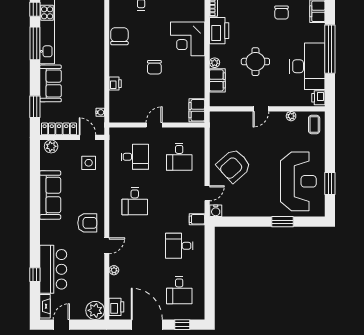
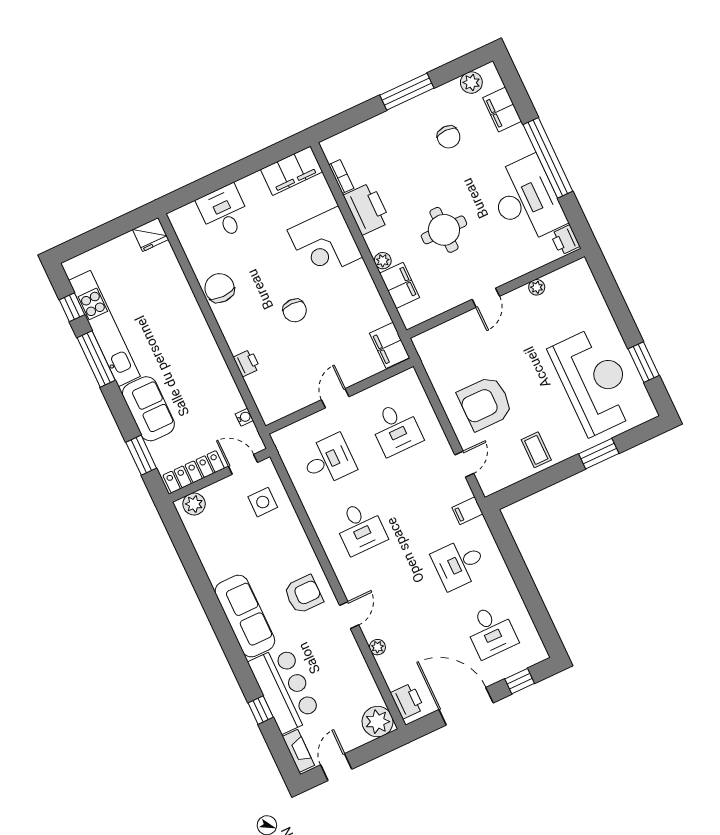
coffee table: (314, 124) -> (536, 450), moved
armchair: (234, 166) -> (485, 403), turned 42
sofa: (50, 195) -> (245, 616), moved
water cooler: (216, 211) -> (490, 485), removed

